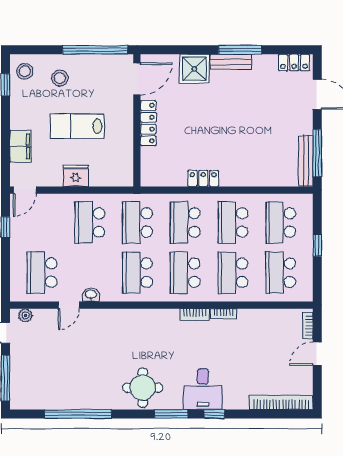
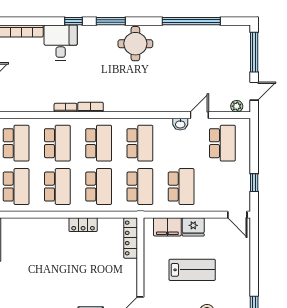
locker: (148, 123) -> (131, 238), moved
filing cabinet: (20, 146) -> (167, 227), moved, turned -90
door: (25, 190) -> (237, 215), swing flipped
desk: (203, 389) -> (61, 42), moved

